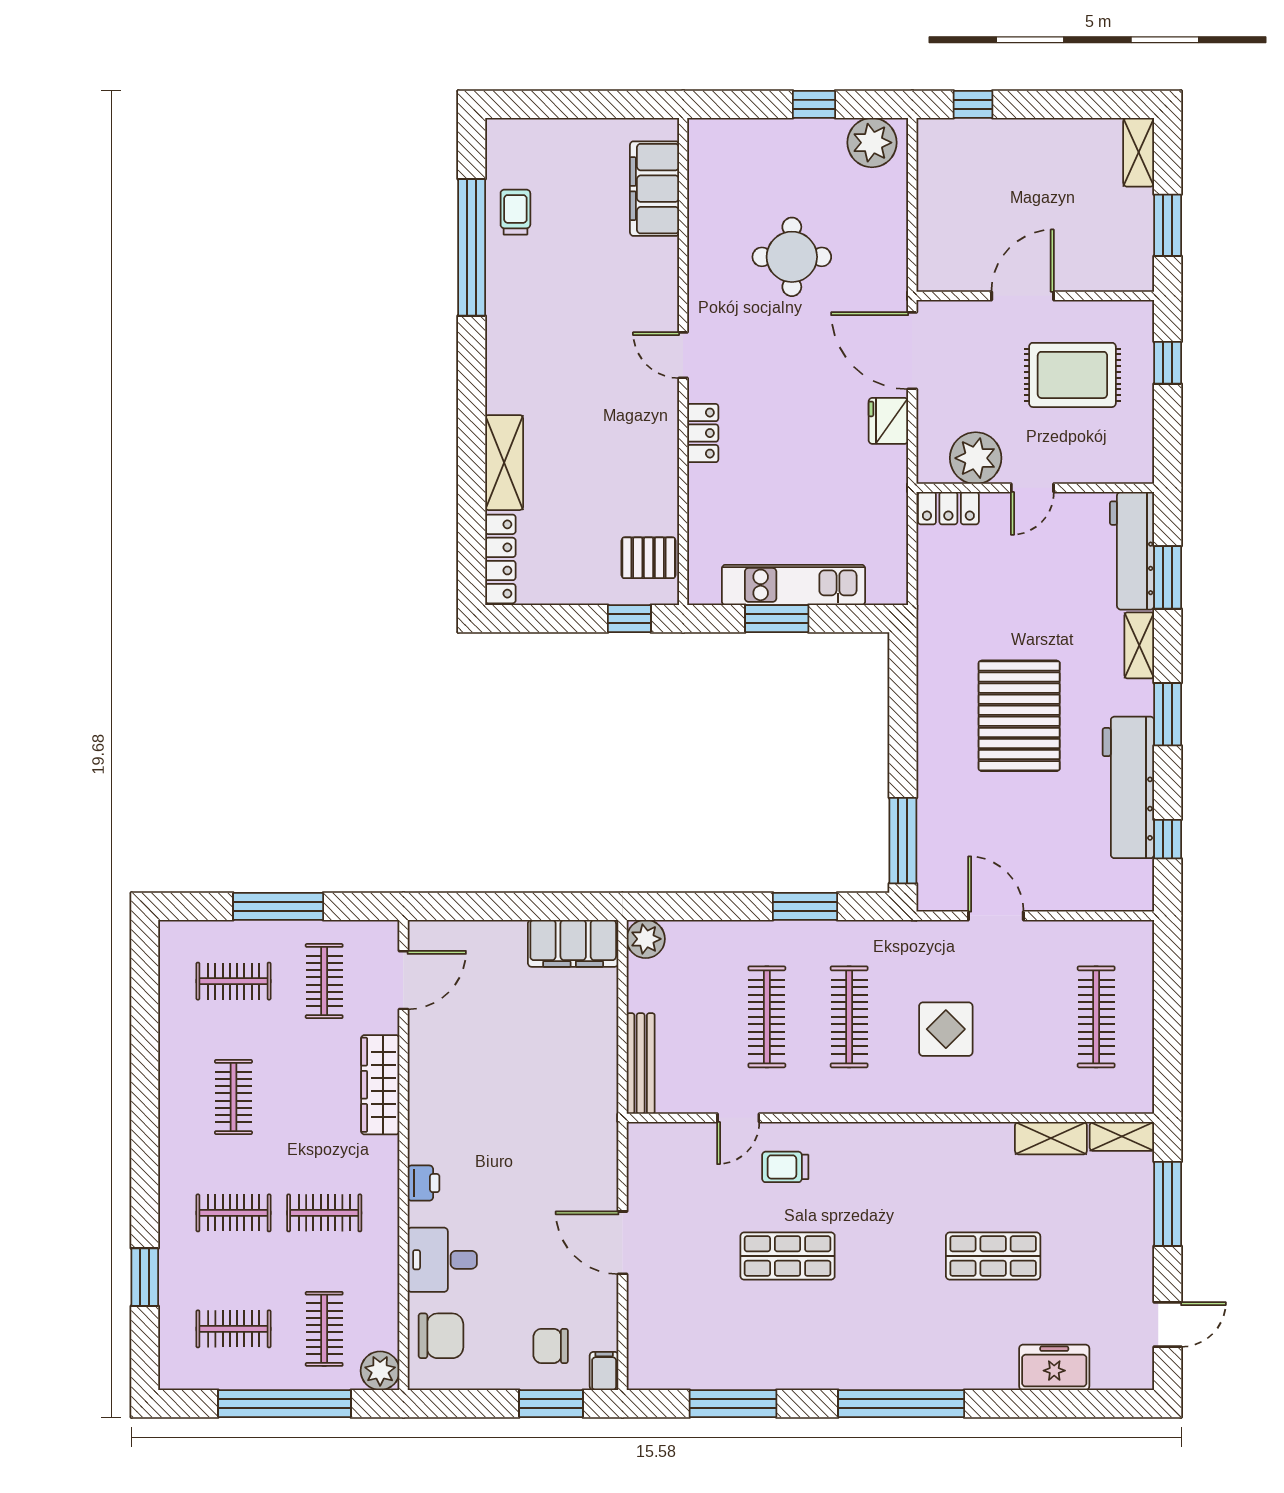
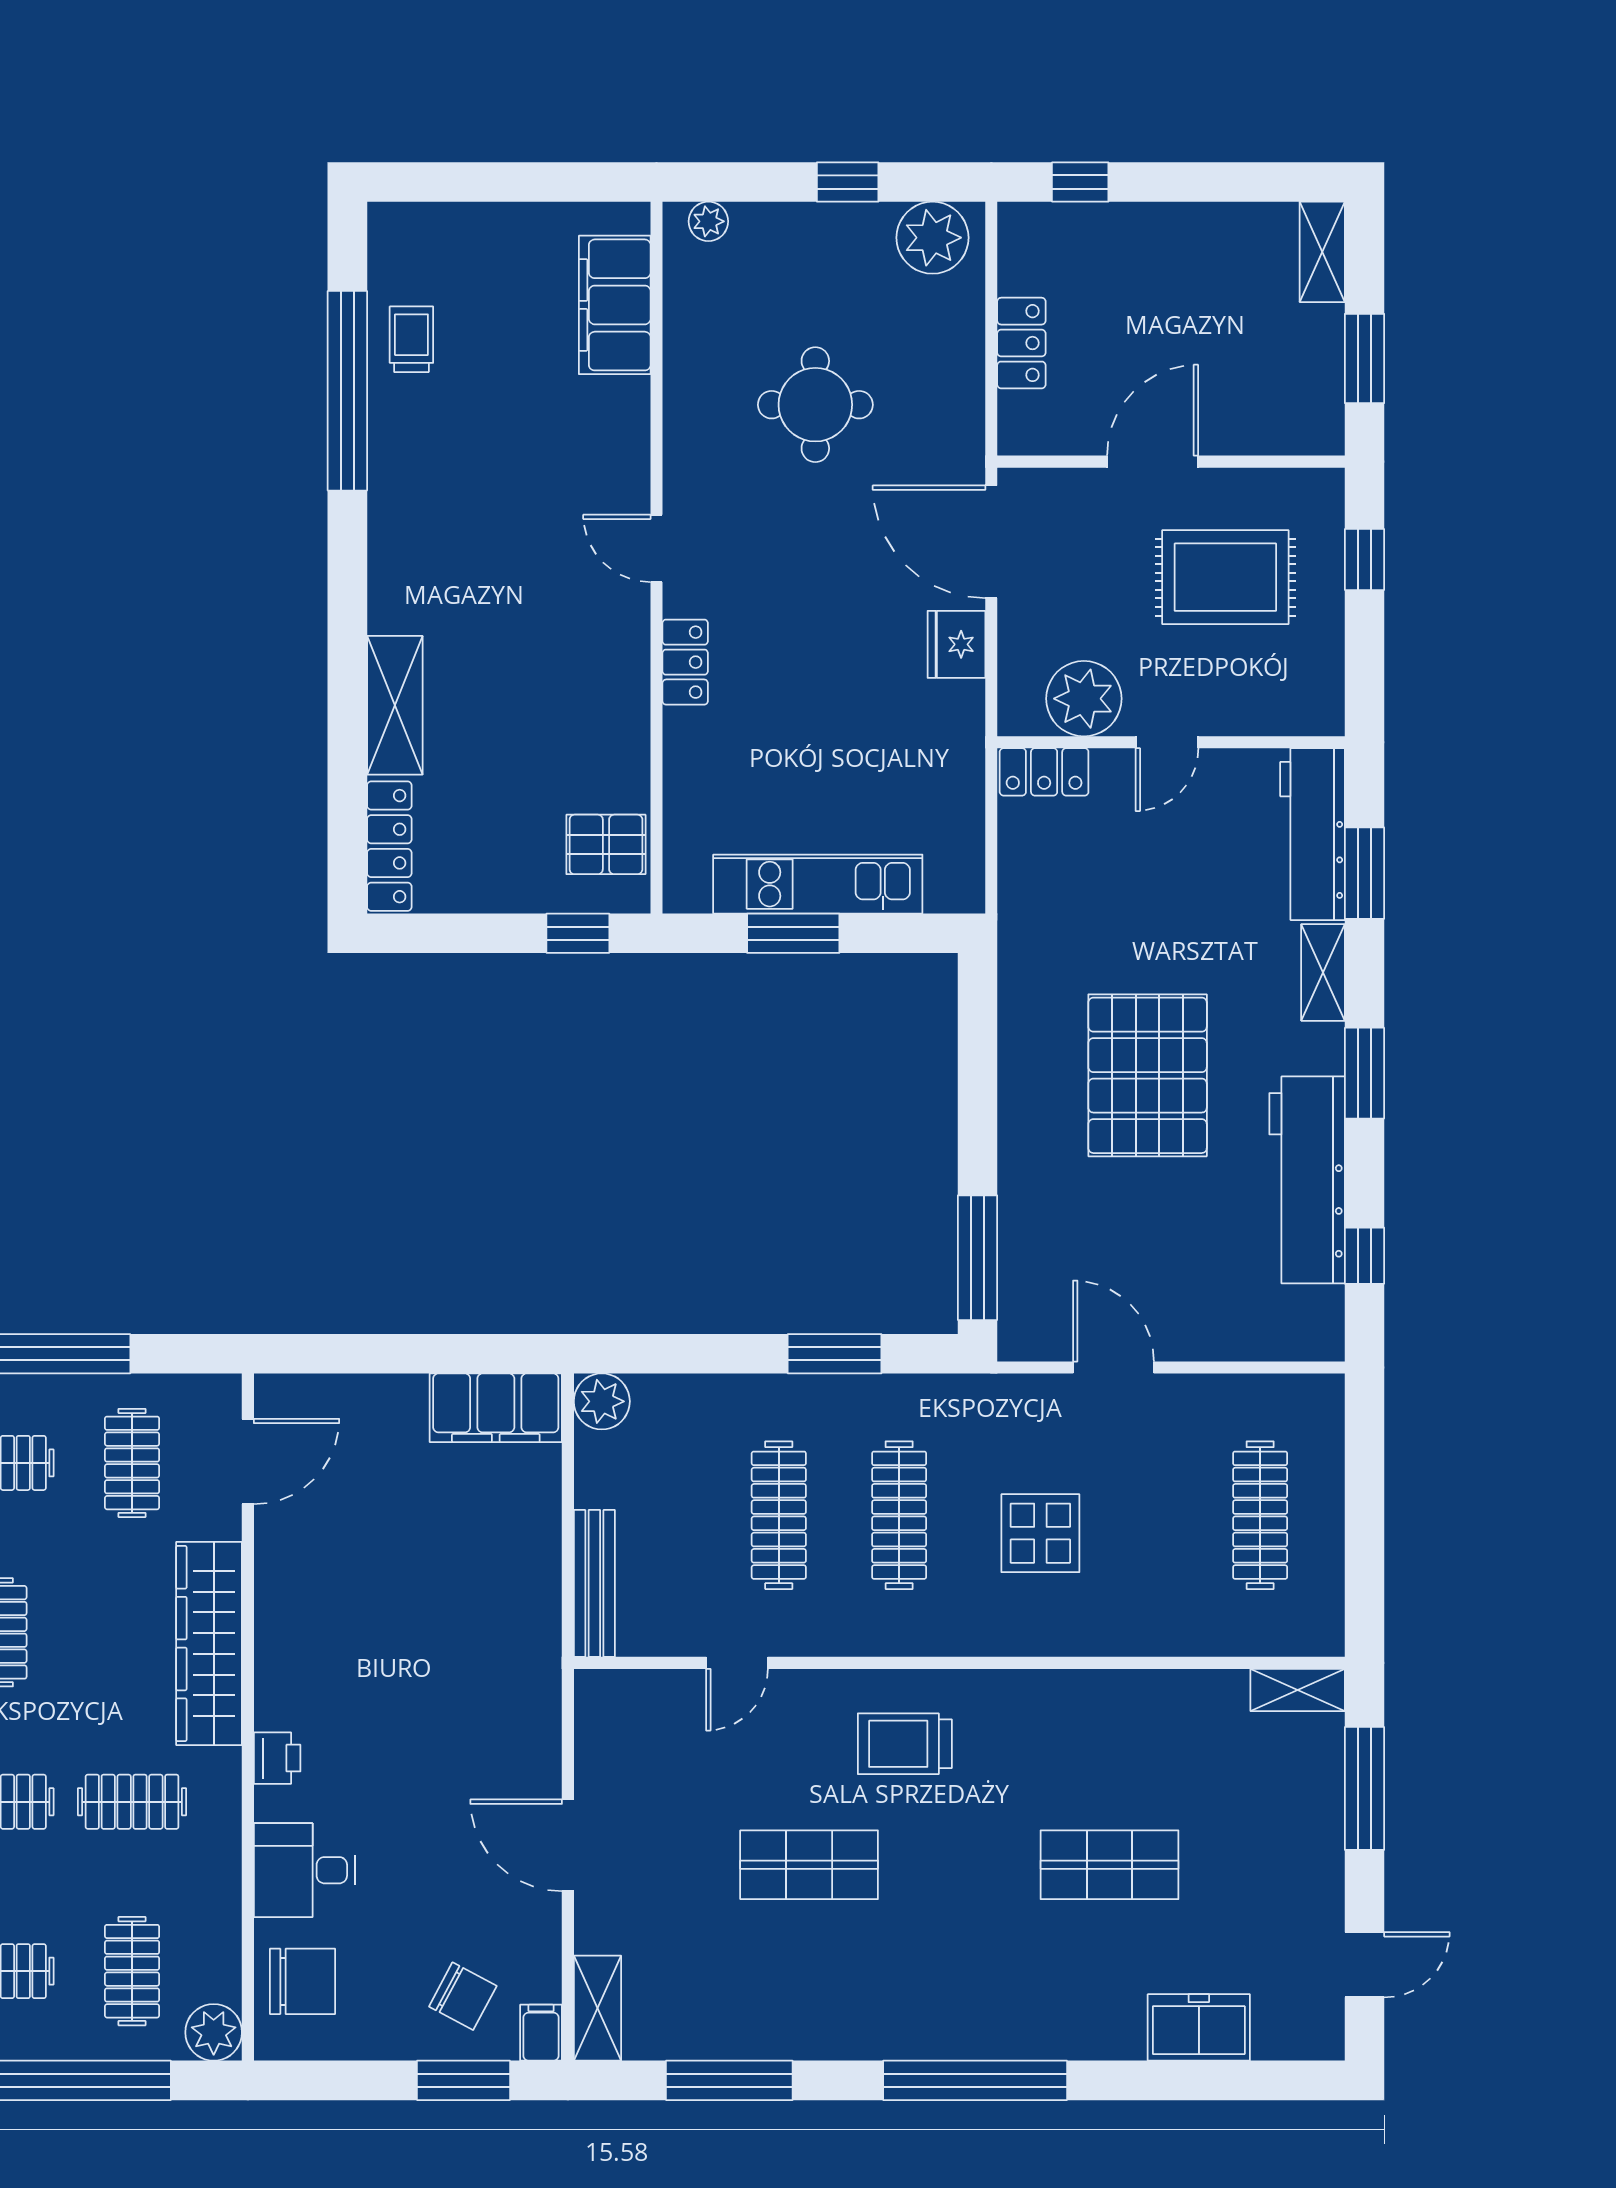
plant: (719, 131) -> (708, 221), added
locker: (933, 215) -> (1021, 343), added
wardrobe: (380, 1085) -> (209, 1644), width x1.40, depth x1.17
shelving: (1051, 1138) -> (597, 2008), moved, turned 90
trolley: (785, 1167) -> (905, 1744), moved, width x1.36, depth x1.39
chair: (551, 1346) -> (463, 1996), turned -152

